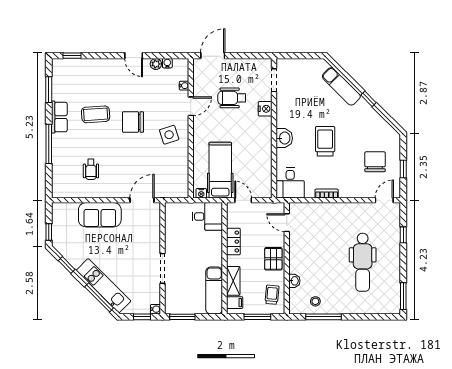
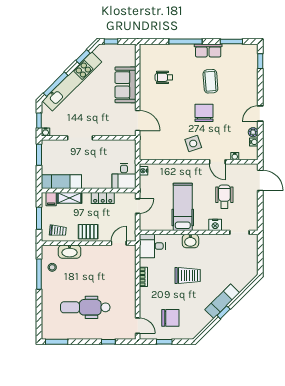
exam couch: (341, 86) -> (222, 301), moved
hospital bed: (220, 170) -> (183, 207), moved, turned -90
washbasin: (294, 281) -> (69, 252), width x1.91, depth x1.45
kitchen unit: (104, 286) -> (72, 81), width x1.36

